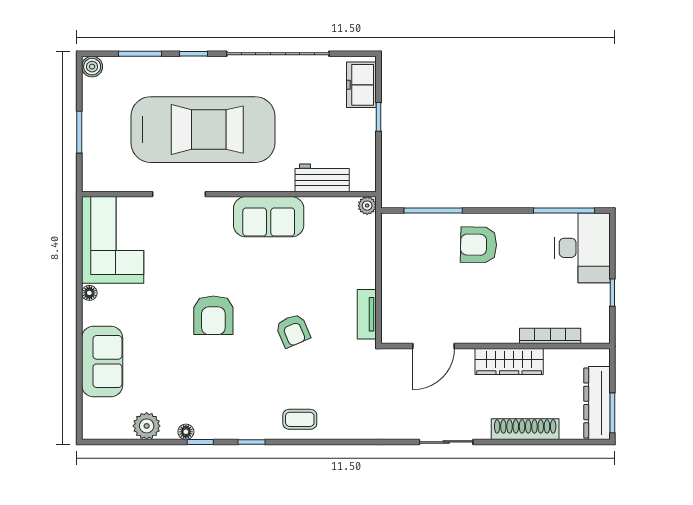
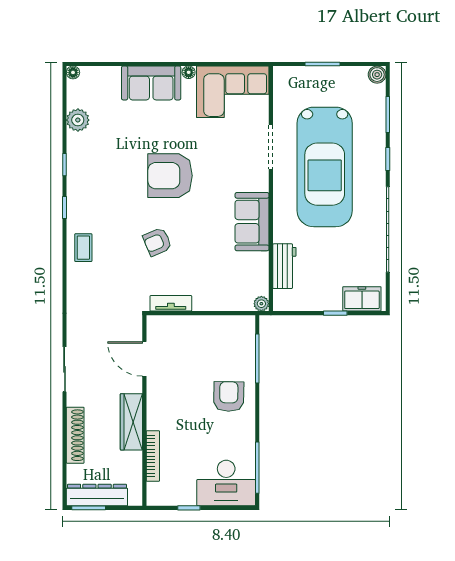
armchair: (213, 315) -> (170, 176), width x1.36, depth x1.36
sofa: (102, 362) -> (151, 83), moved
floor lamp: (186, 432) -> (73, 72), moved

